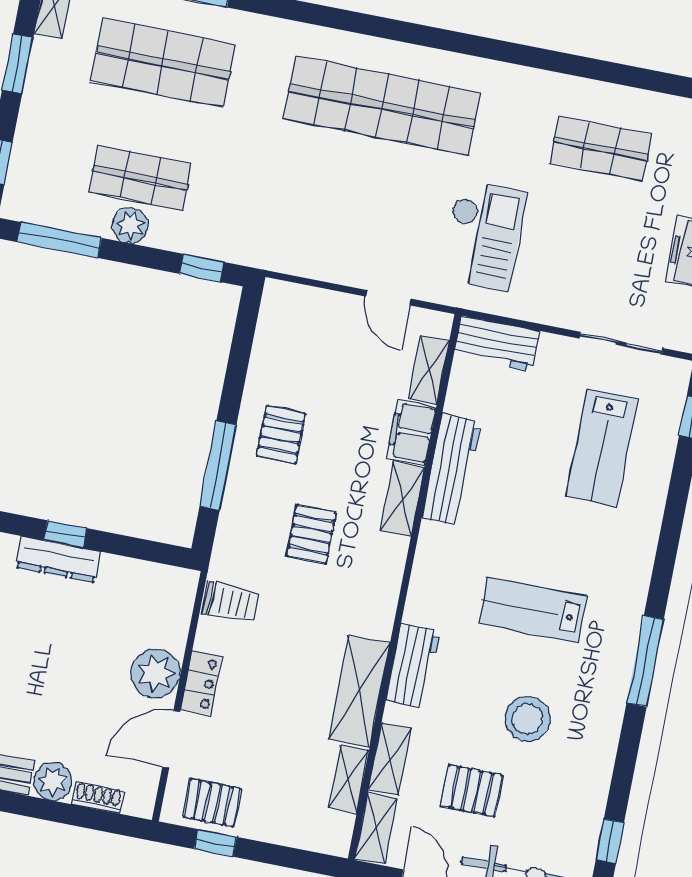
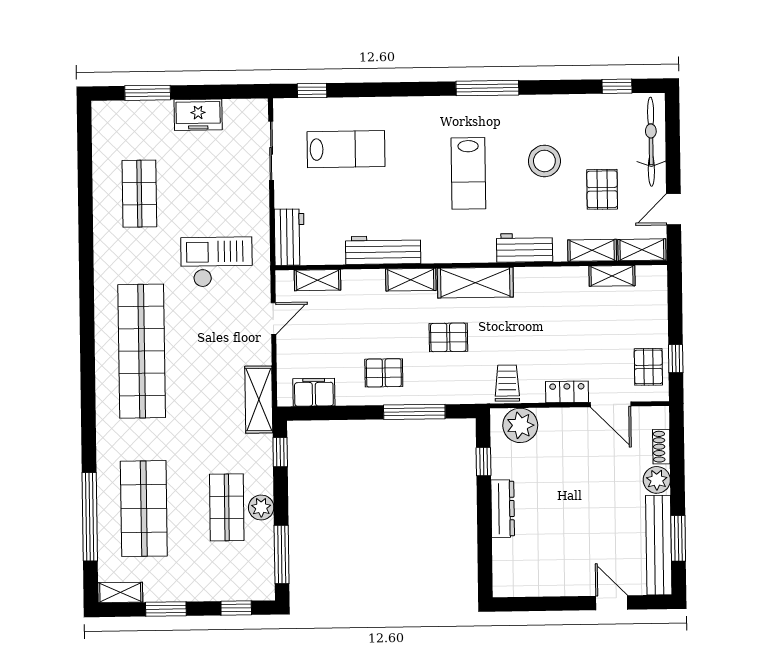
shelving: (281, 254) -> (259, 400), added
filing cabinet: (411, 432) -> (314, 392), moved, turned 180
window: (65, 534) -> (483, 462), moved
plant: (156, 673) -> (520, 425), moved
shelving: (359, 691) -> (475, 283), moved

